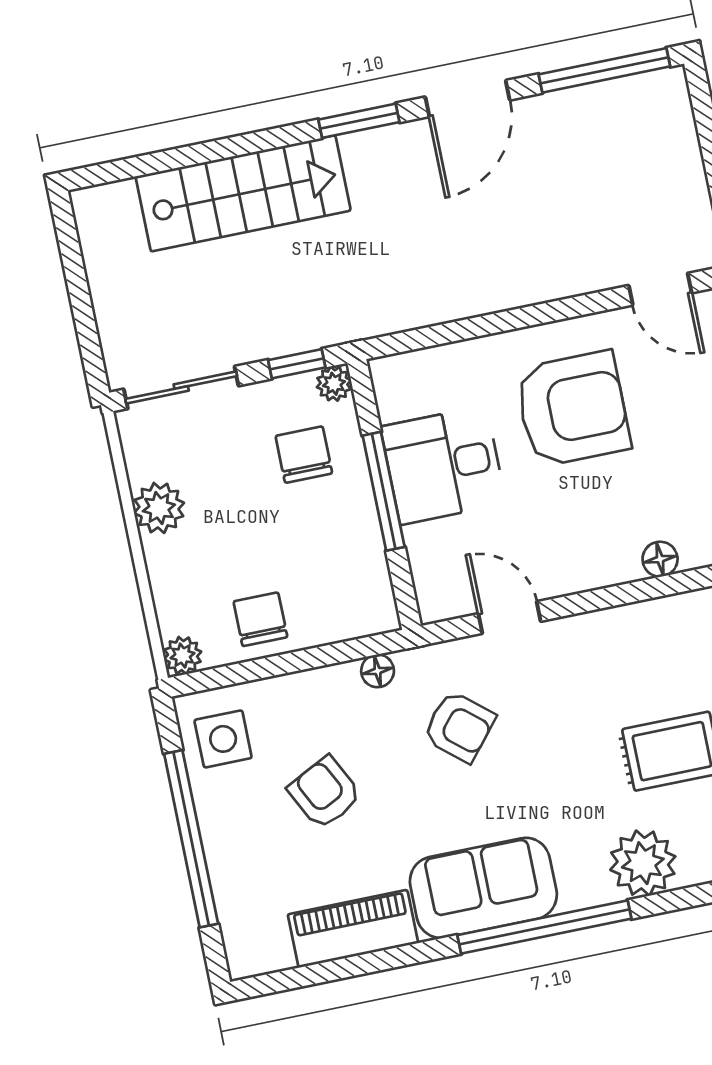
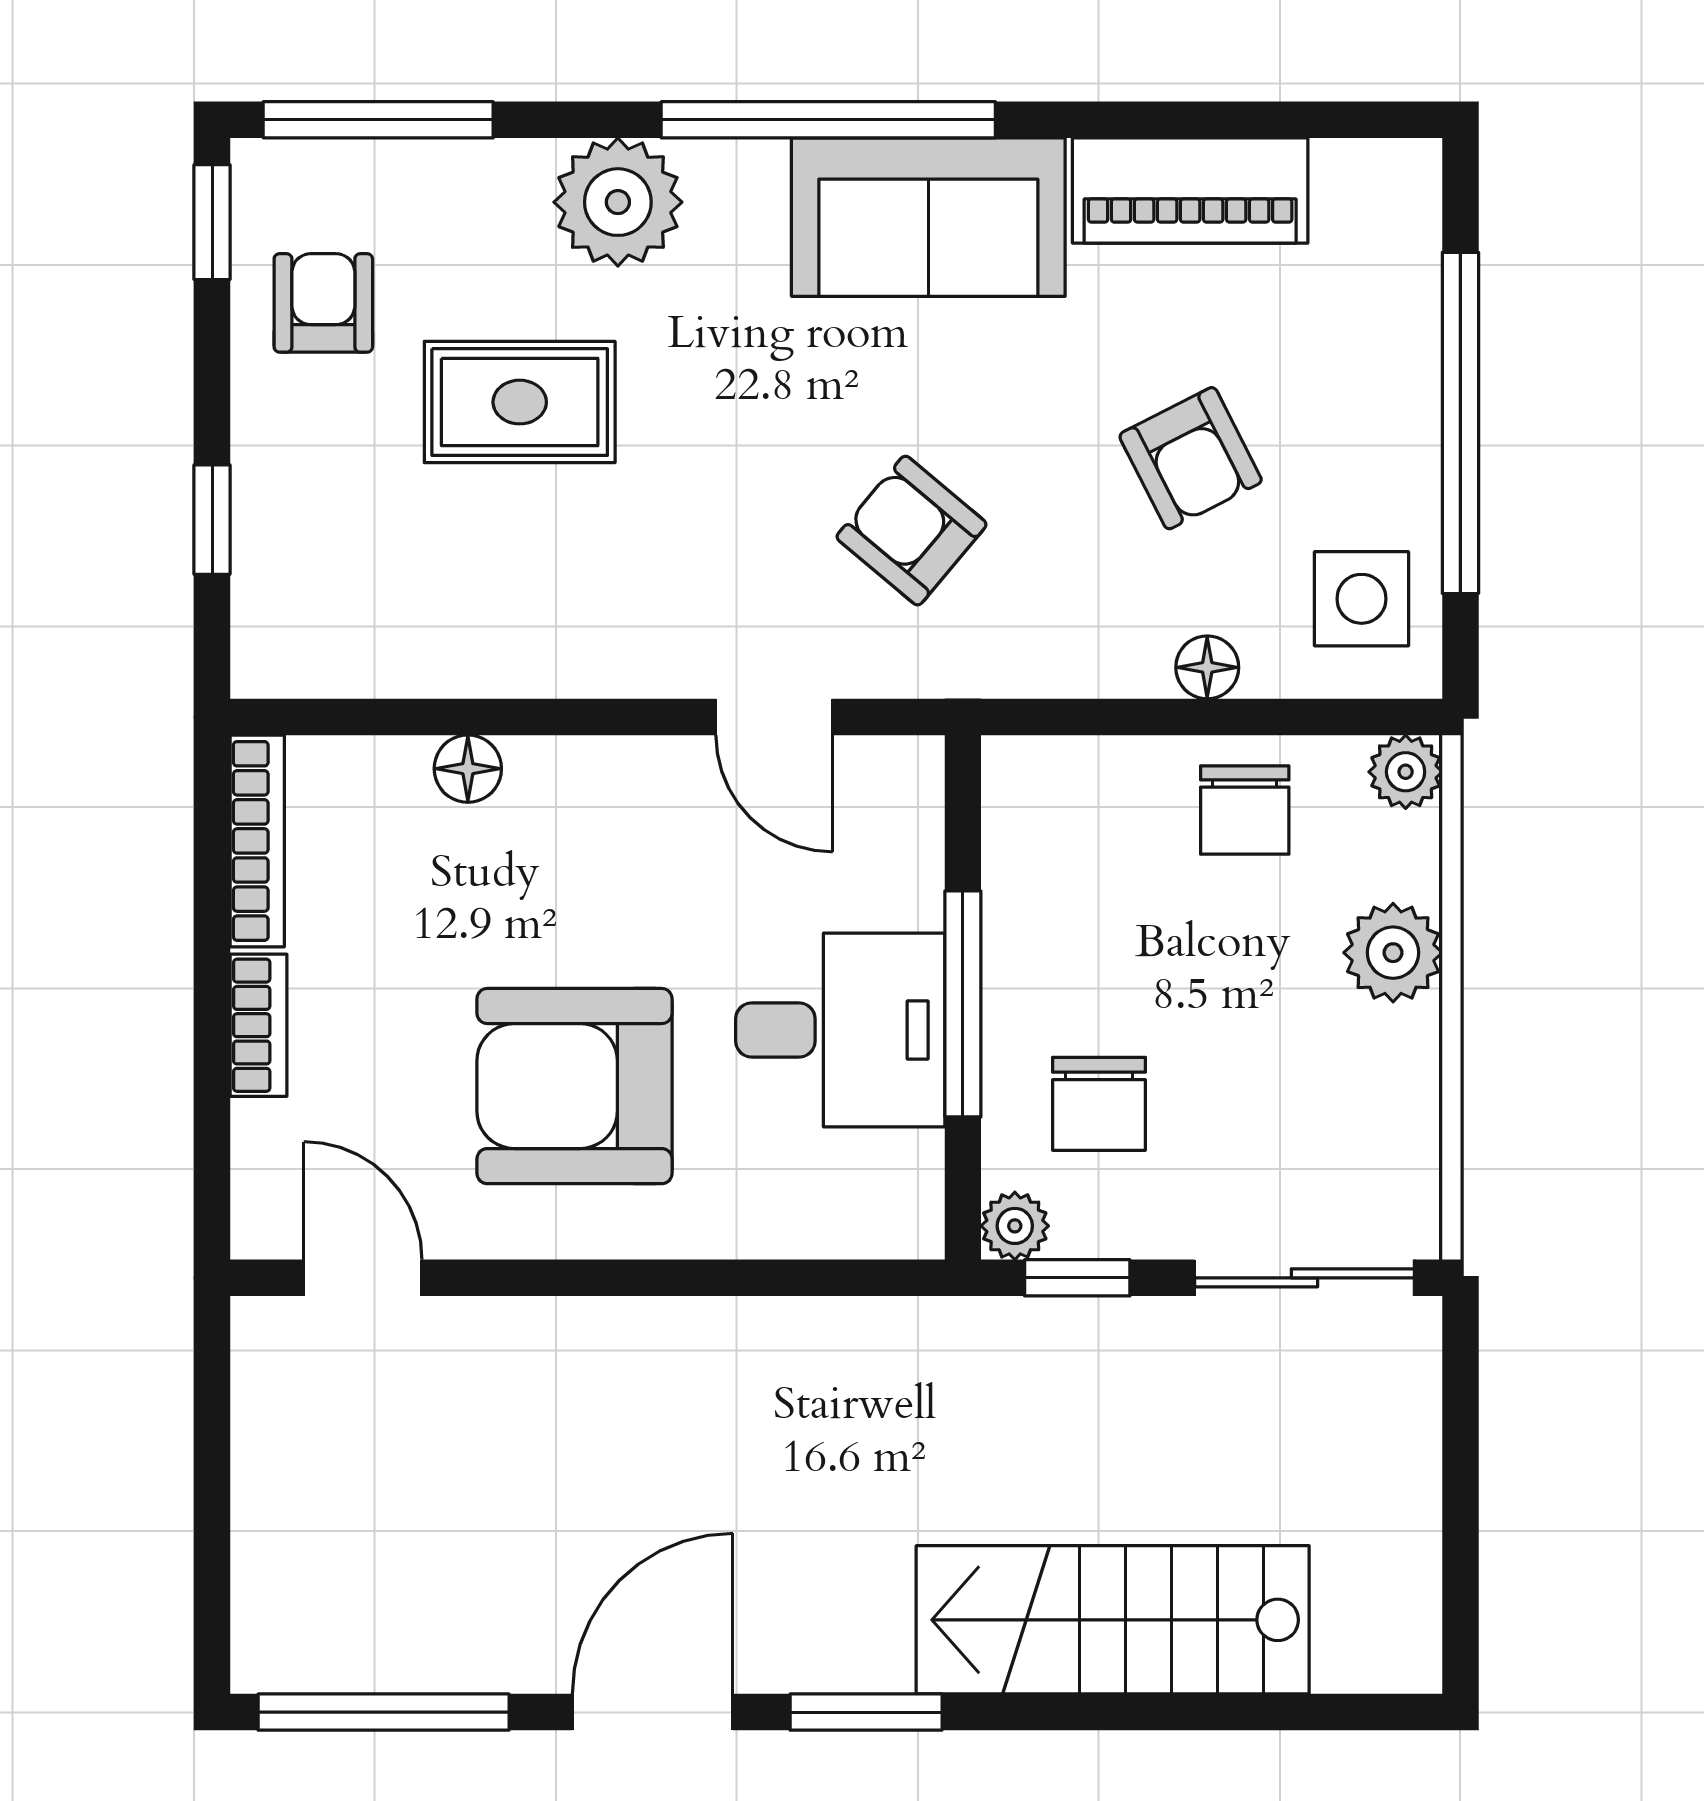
plant: (159, 508) -> (1393, 953), moved
floor lamp: (378, 671) -> (1207, 667), moved

